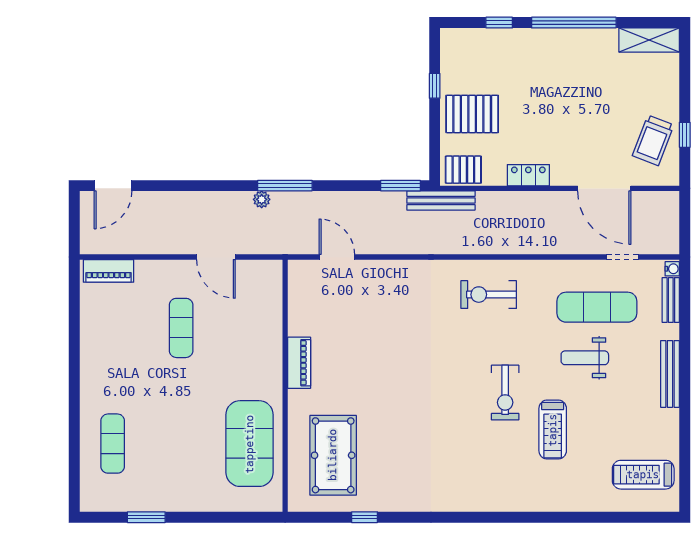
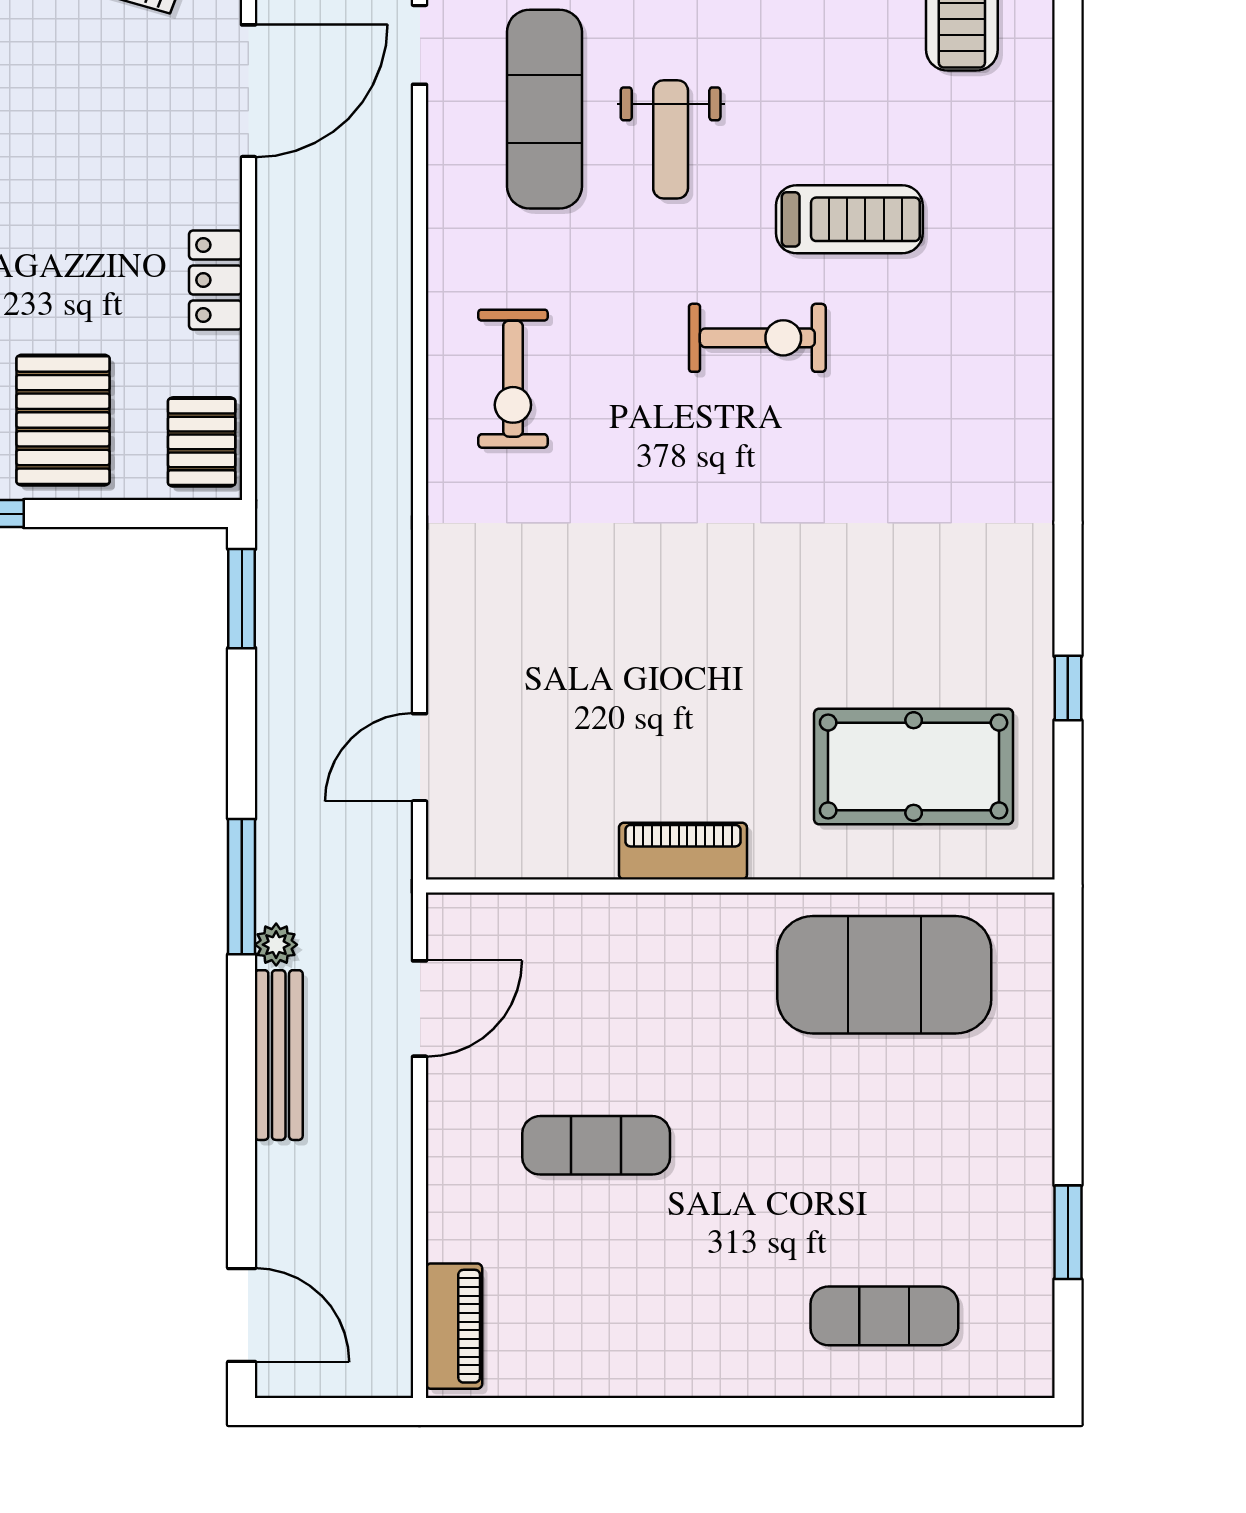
bench: (441, 201) -> (279, 1055), moved
door: (216, 257) -> (420, 1009), moved

